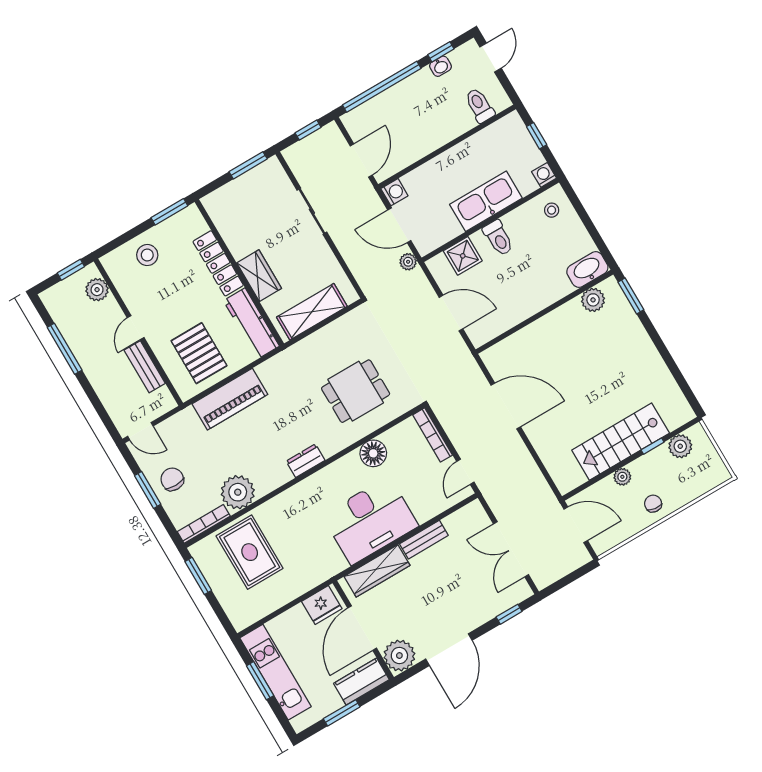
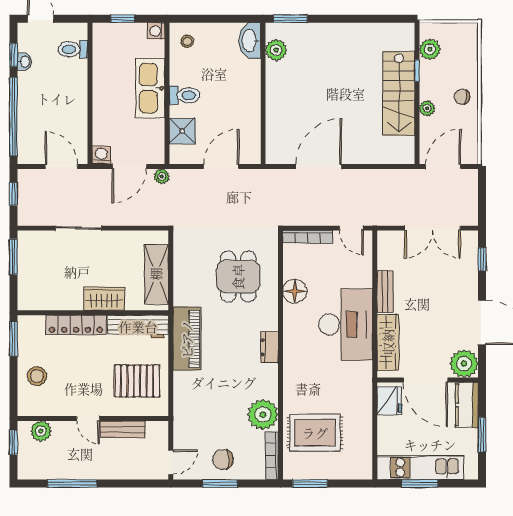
piano: (230, 399) -> (187, 339), moved

